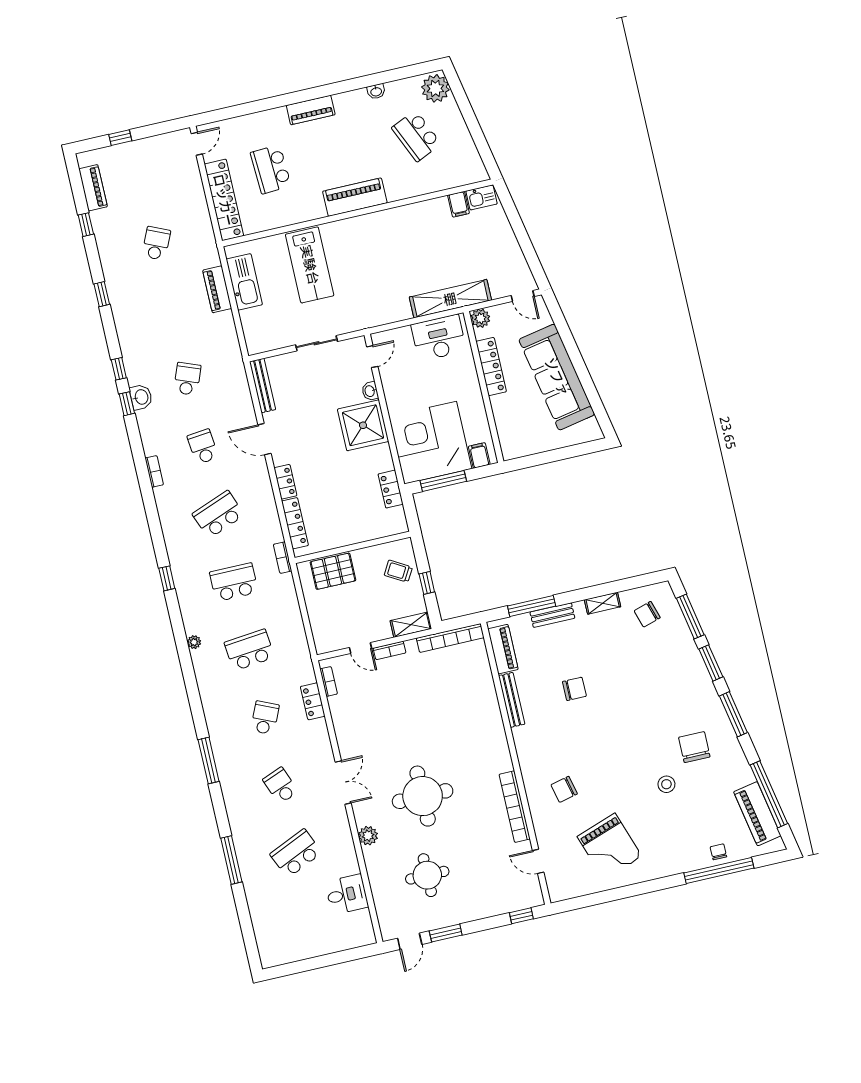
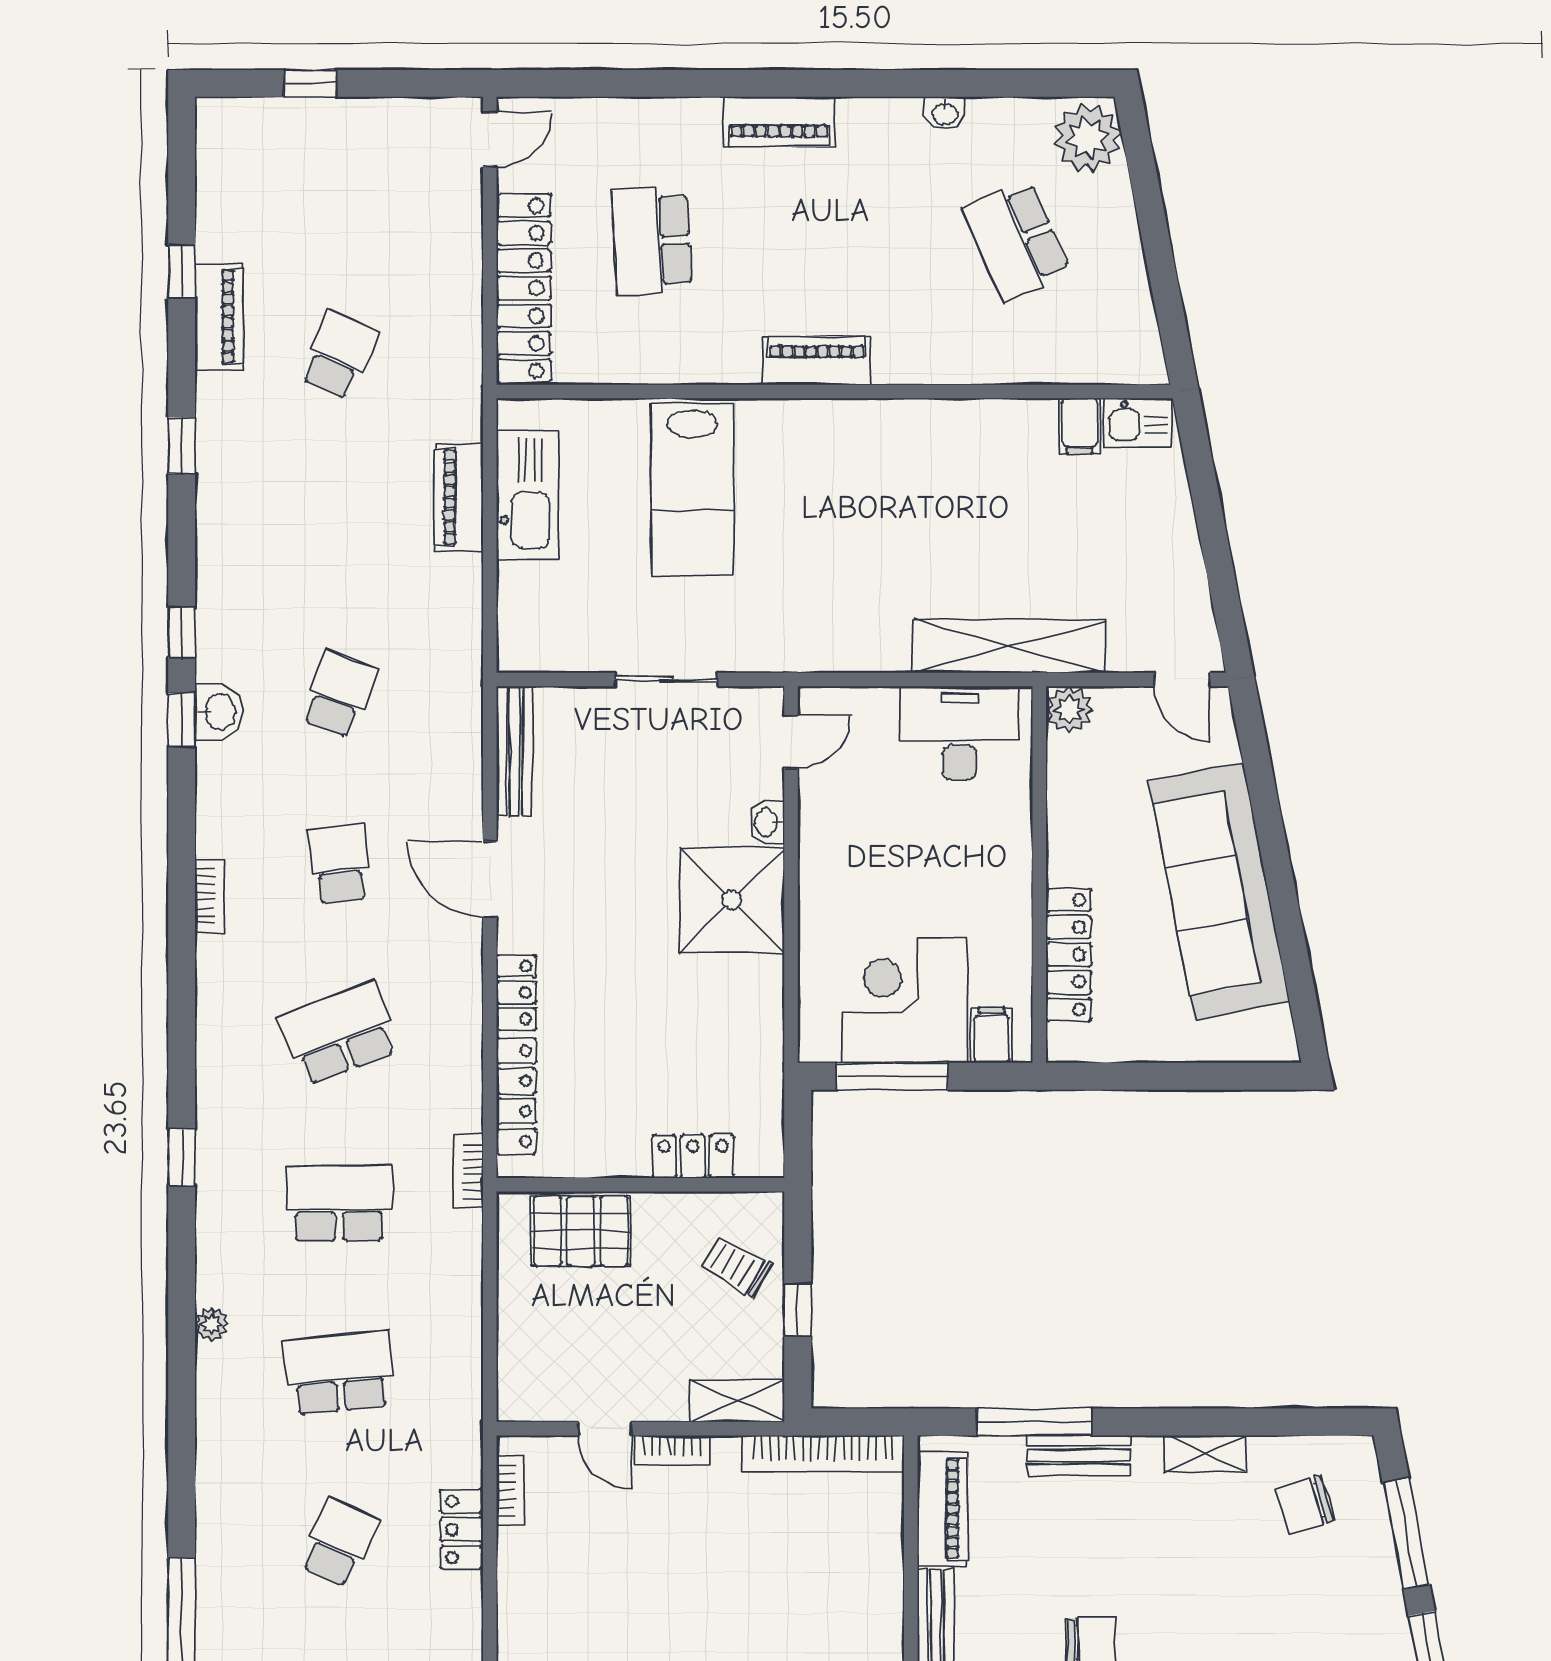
piano: (93, 188) -> (219, 317), moved
piano: (355, 197) -> (817, 361), width x0.73, depth x0.75
locker: (491, 367) -> (1069, 955), moved
corner desk: (430, 443) -> (905, 1001), width x0.74, depth x0.74
locker: (391, 489) -> (693, 1156), moved, turned 90

